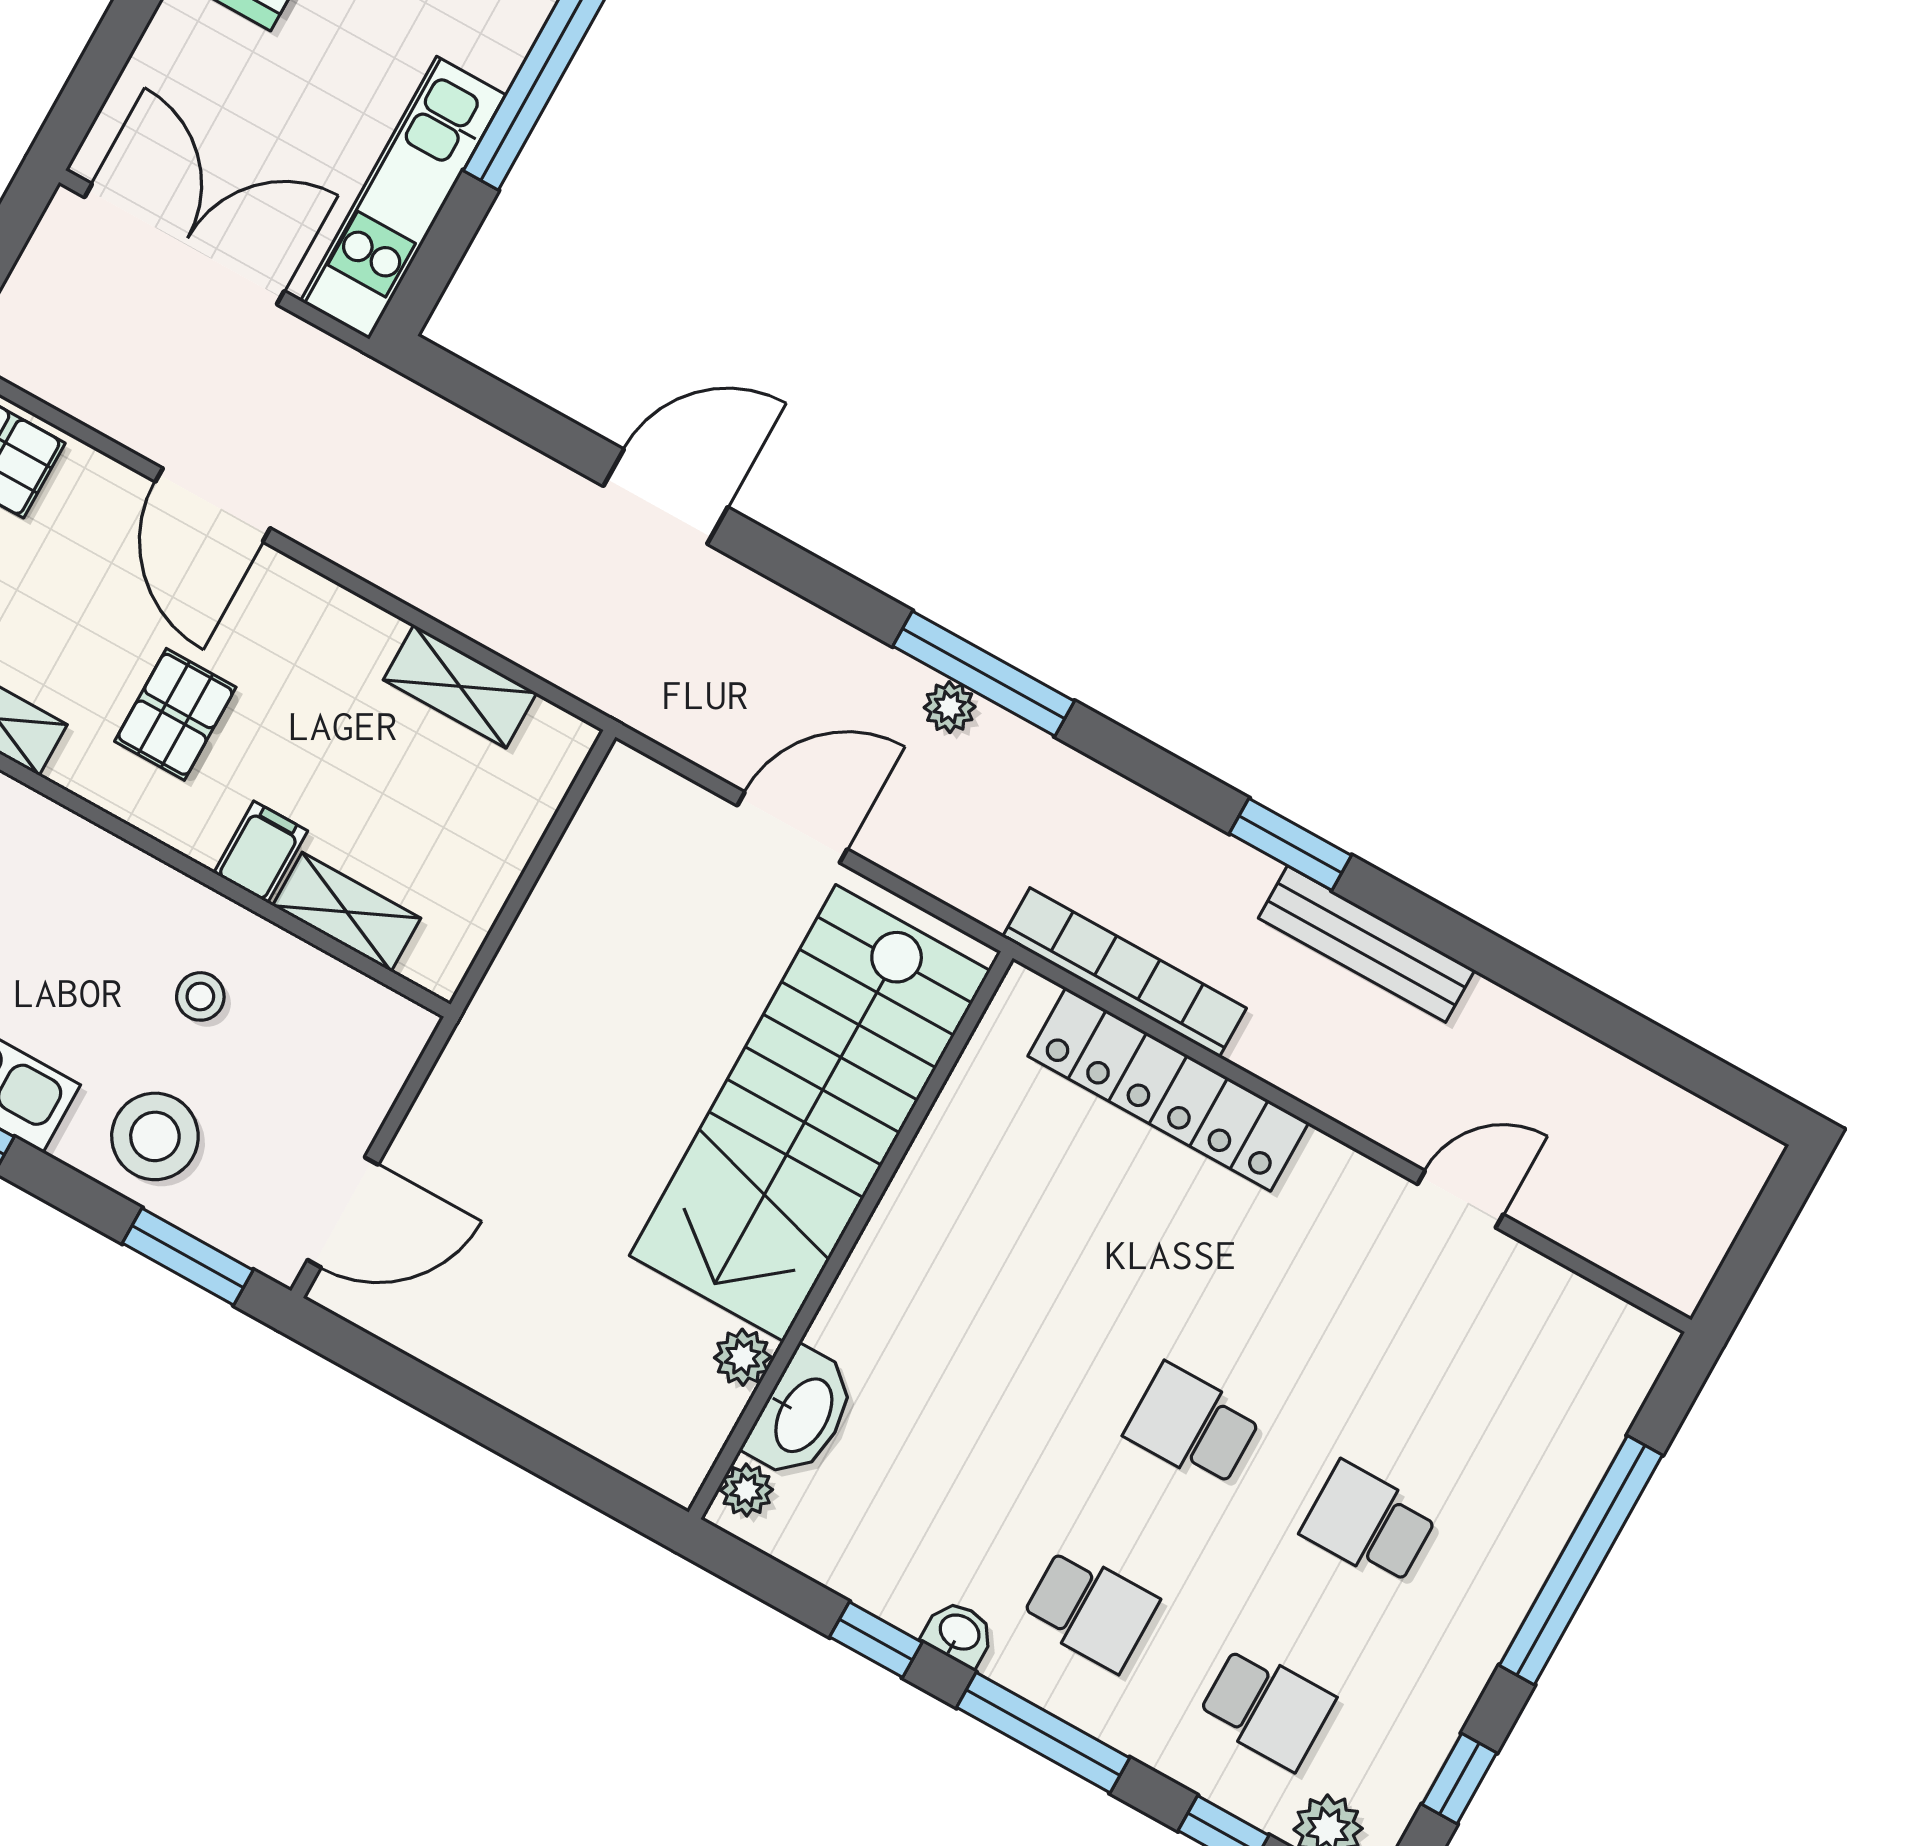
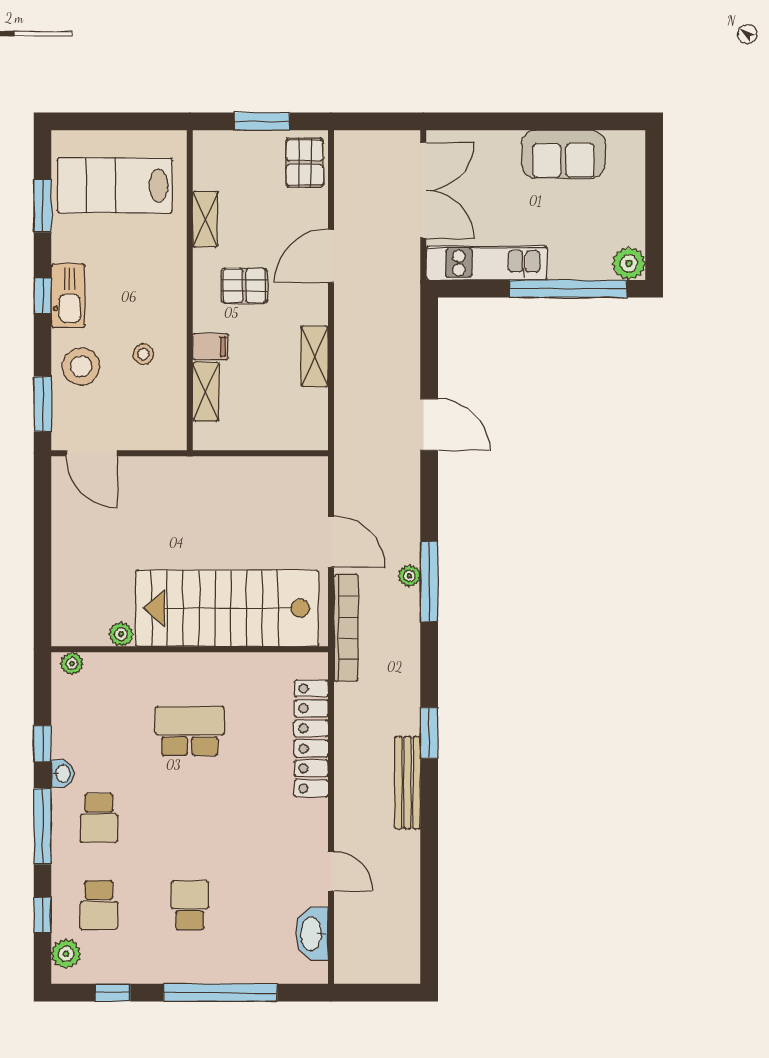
shelving: (460, 686) -> (315, 356), moved
bookcase: (1124, 972) -> (346, 628), moved
washbasin: (802, 1414) -> (312, 934), moved, turned 90
school desk: (1193, 1425) -> (190, 731), moved, width x1.85

